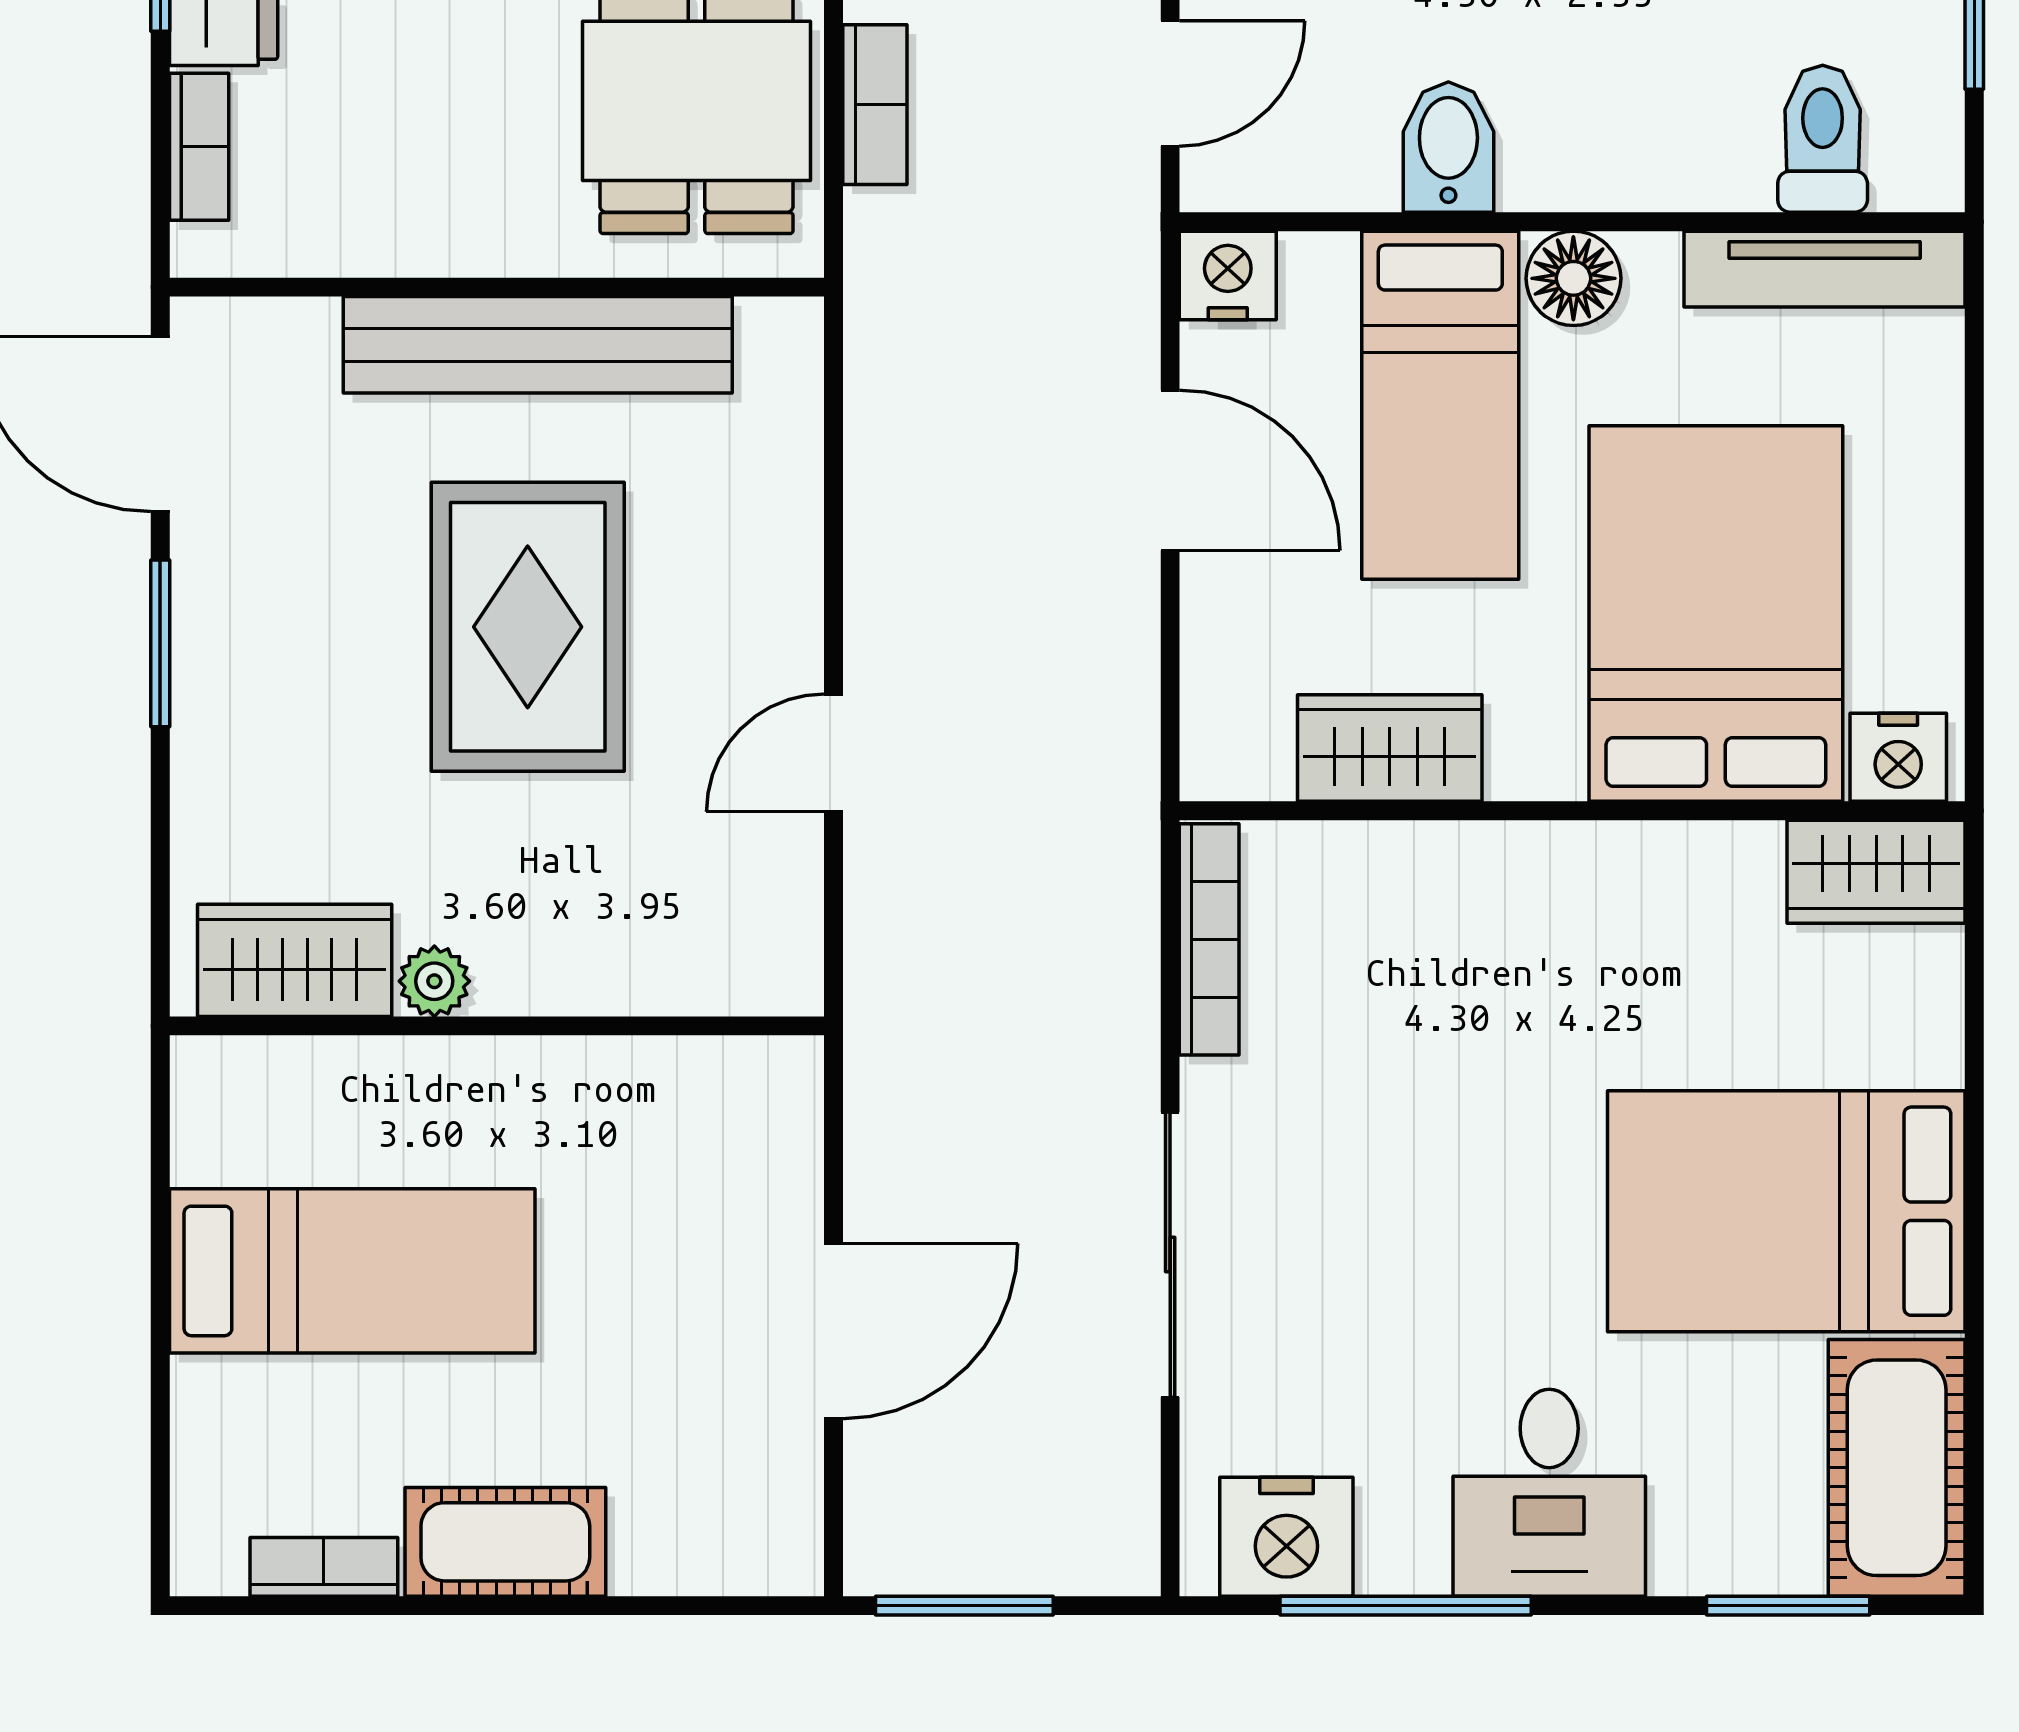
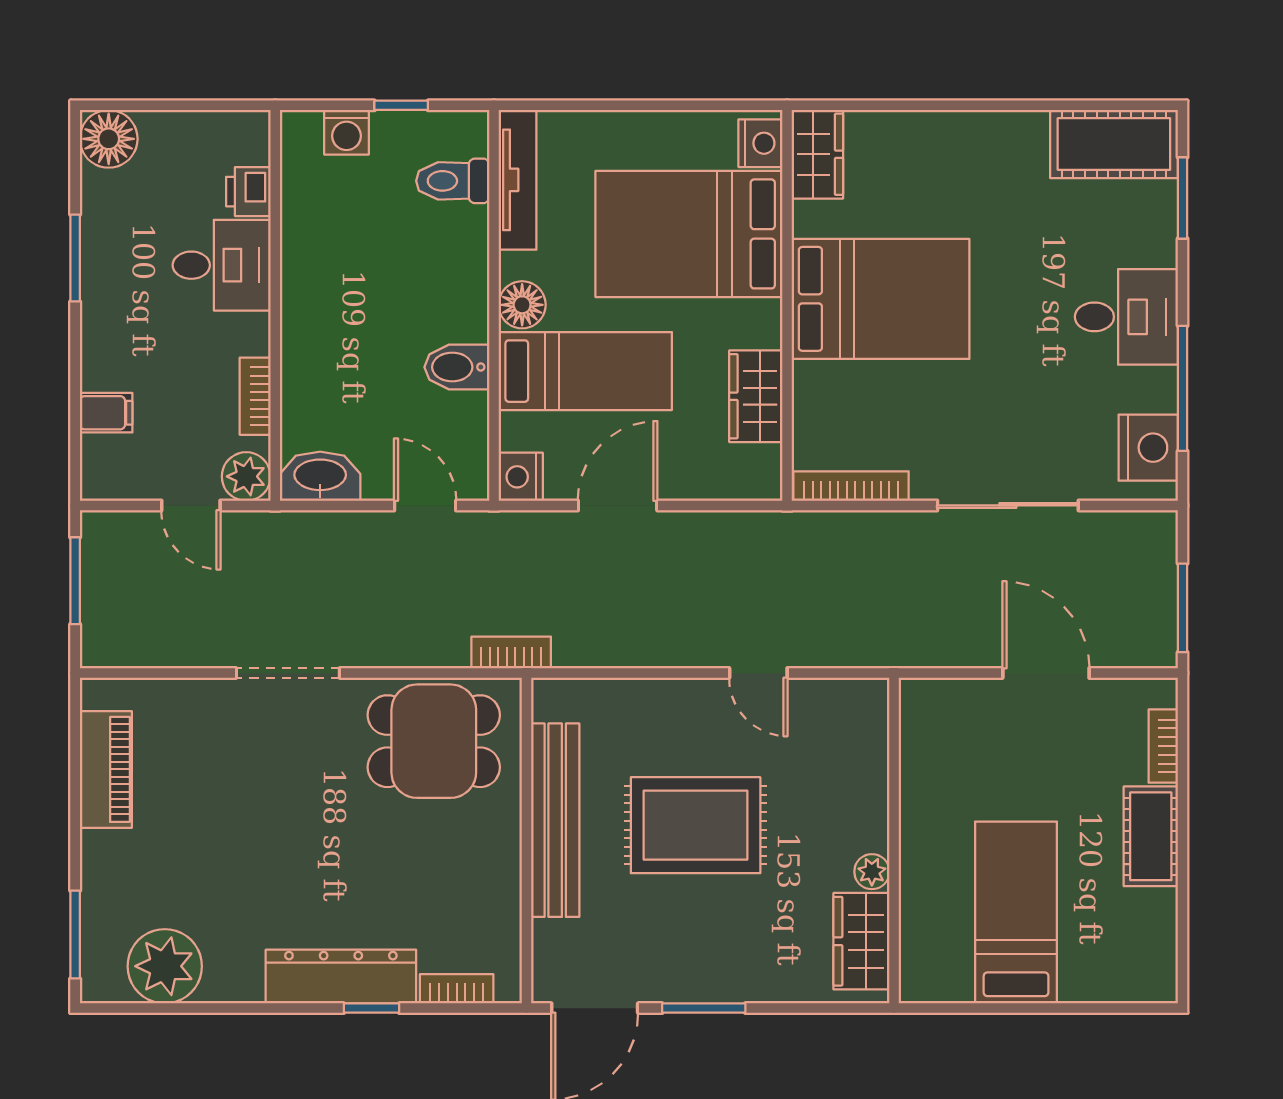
bookcase: (875, 105) -> (511, 652), moved
bed: (1786, 1211) -> (881, 299), moved, turned -90
bookcase: (324, 1567) -> (1163, 746), moved

